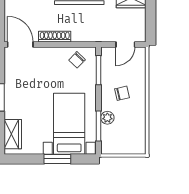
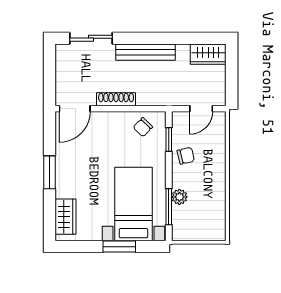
door: (20, 44) -> (75, 109), swing flipped
window: (98, 70) -> (169, 139), width x0.67
chair: (122, 93) -> (186, 156), moved

